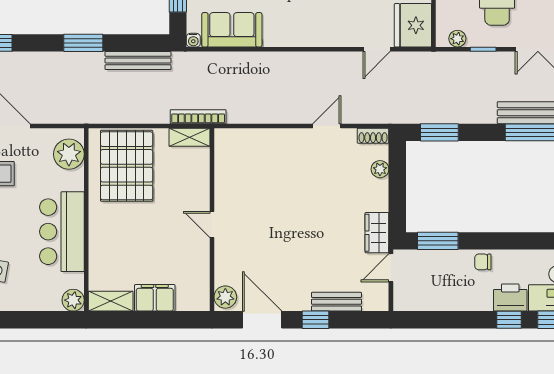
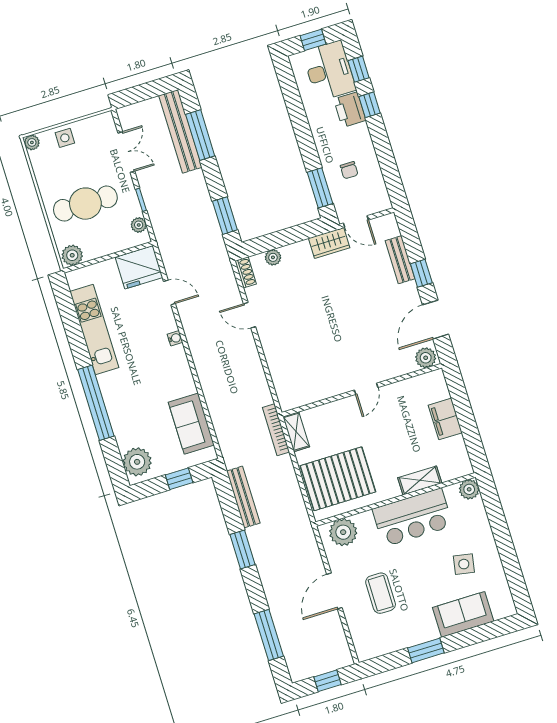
water cooler: (193, 40) -> (175, 338), moved
chair: (483, 262) -> (349, 170), moved
shelving: (111, 301) -> (420, 480), moved, turned 90

